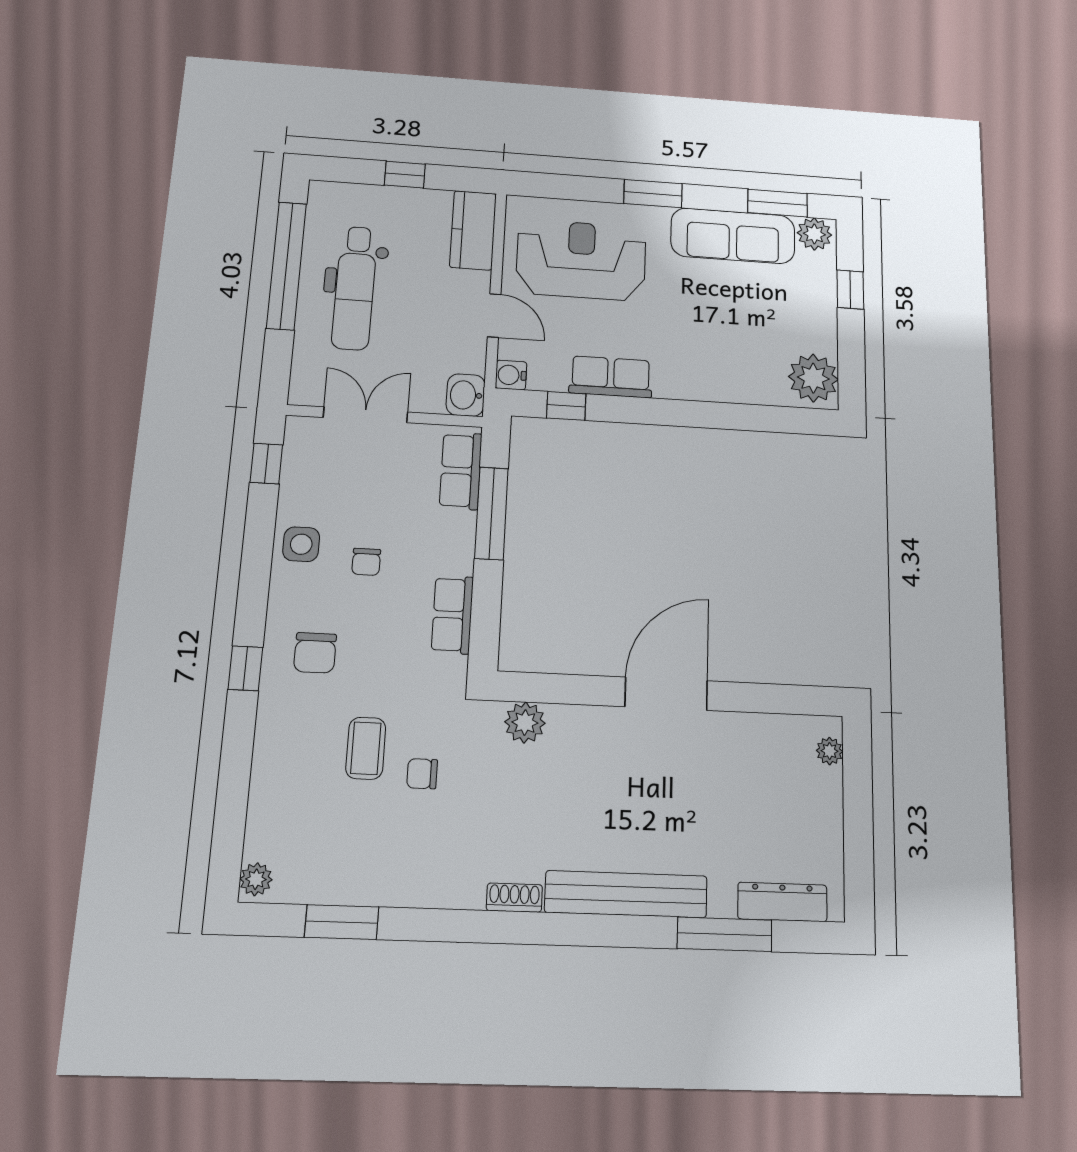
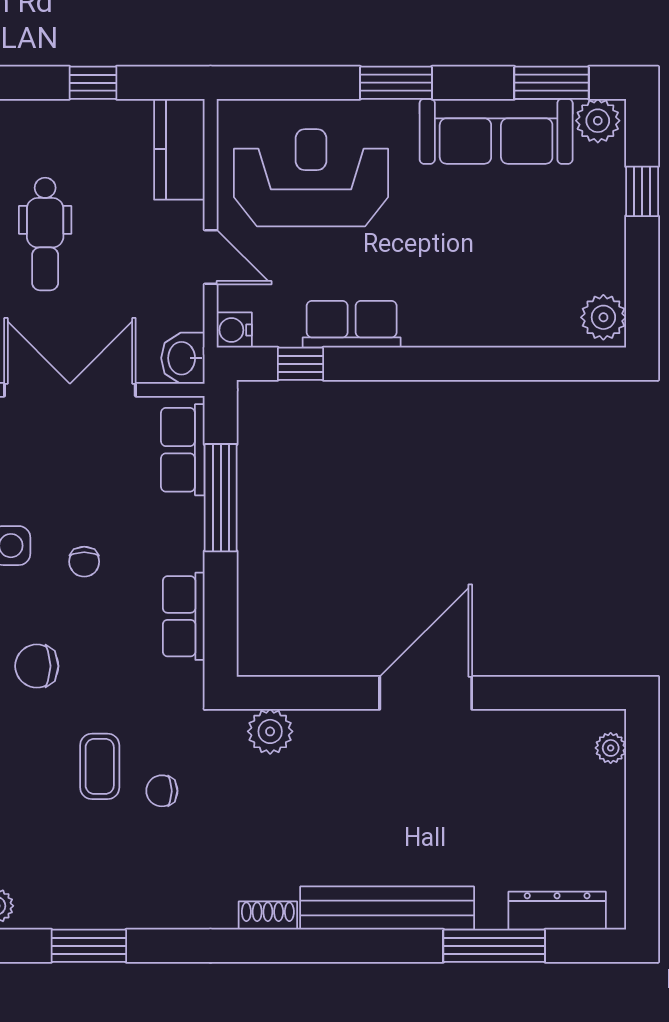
dental chair: (355, 288) -> (45, 234), width x0.73, depth x0.72
plant: (813, 378) -> (603, 317), width x0.73, depth x0.73
double door: (366, 415) -> (70, 390), width x1.37
chair: (315, 653) -> (37, 666), turned 90

